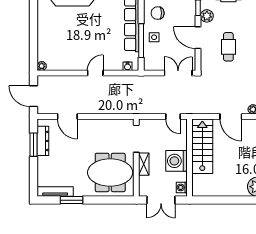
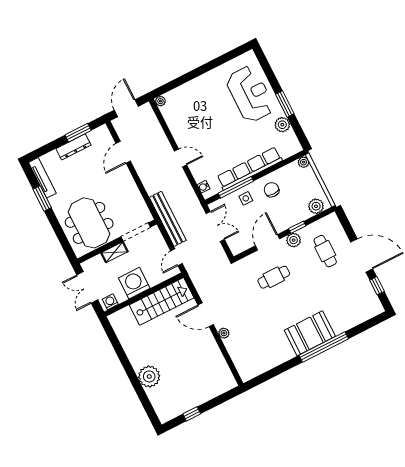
double door: (178, 73) -> (215, 226), moved
bench: (139, 108) -> (168, 219), added
door: (231, 117) -> (206, 315), hinge flipped
dresser: (43, 141) -> (73, 147), moved

